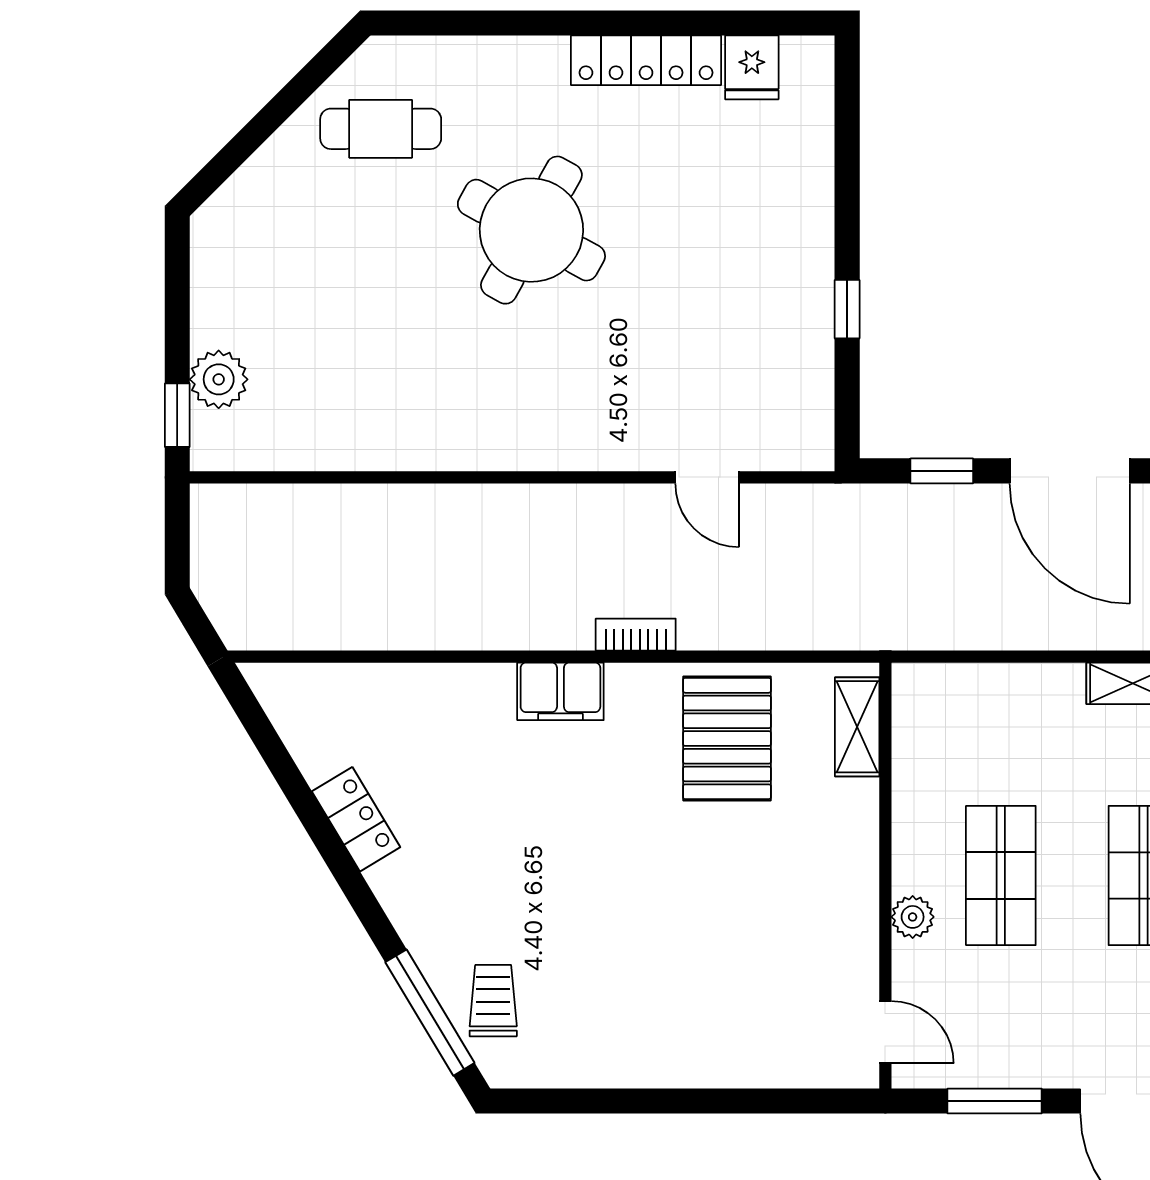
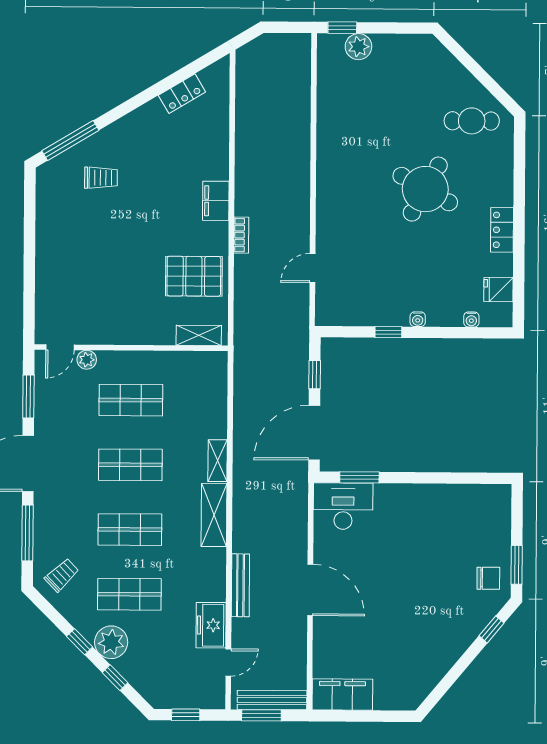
locker: (646, 60) -> (502, 230), width x0.66
water cooler: (818, 127) -> (471, 319), added
cafe table: (381, 129) -> (472, 121), turned 90
water cooler: (818, 245) -> (418, 319), added
locker: (356, 819) -> (182, 94), moved
plant: (913, 917) -> (87, 360), moved
trolley: (493, 1001) -> (101, 178), moved

